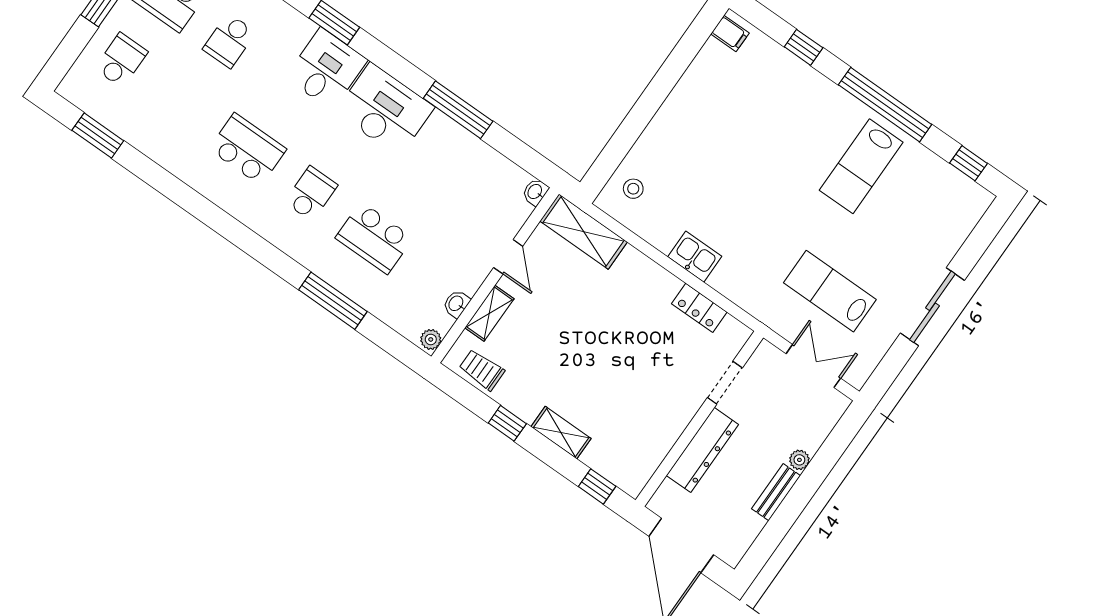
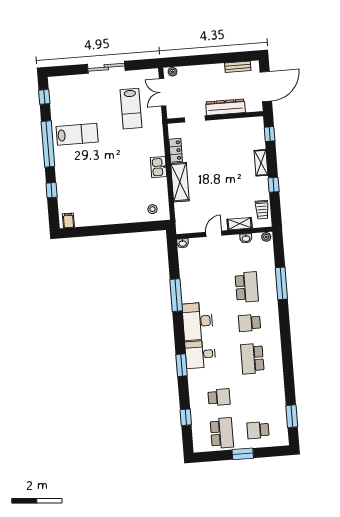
shelving: (584, 232) -> (180, 182), moved
plant: (799, 460) -> (173, 72), moved
bench: (776, 492) -> (238, 67), moved

